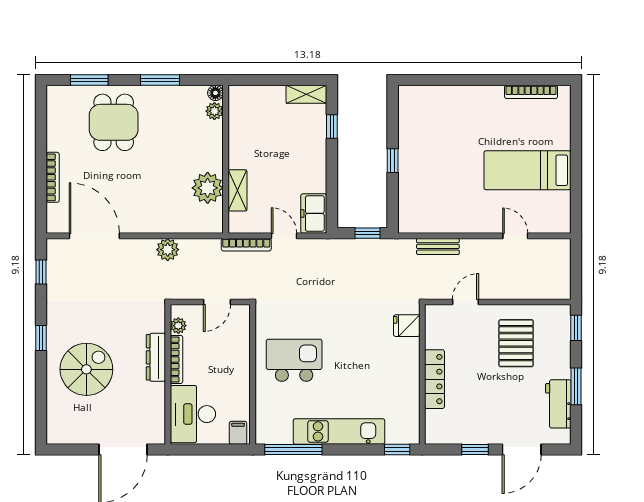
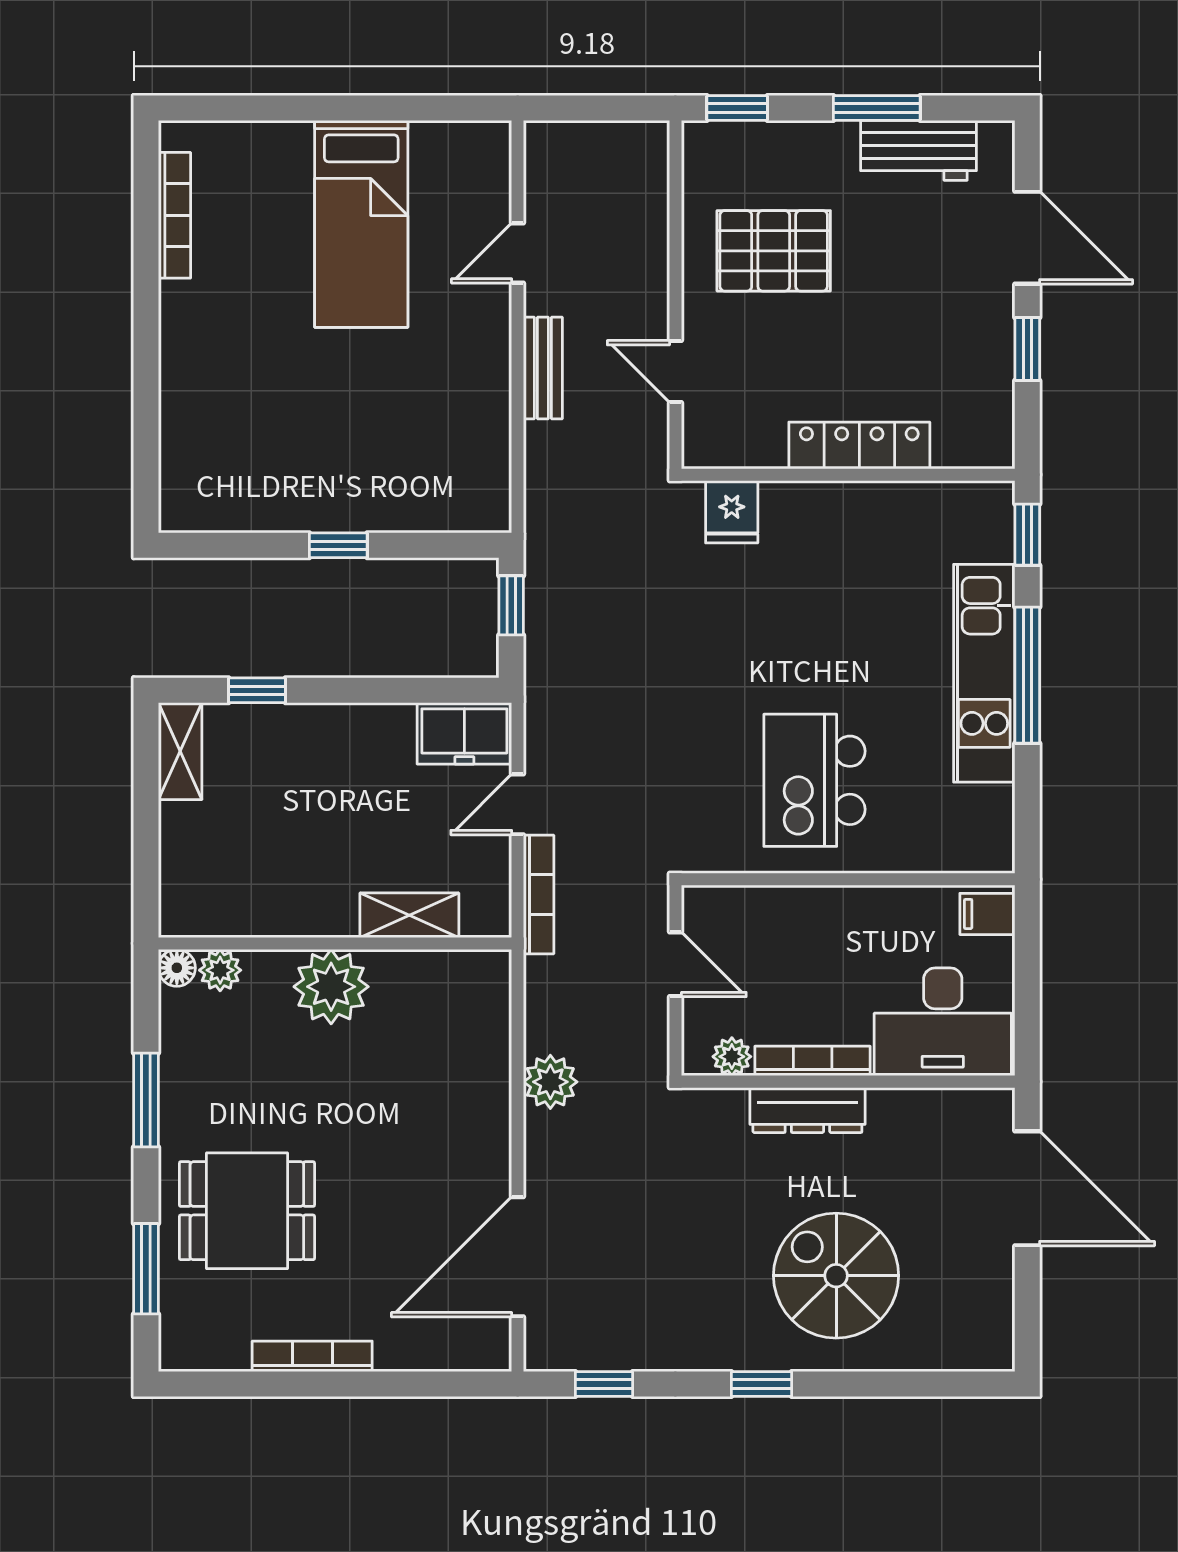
bookcase: (53, 177) -> (312, 1356), moved
plant: (208, 188) -> (331, 987), moved
bench: (438, 246) -> (543, 368), moved
window: (293, 450) -> (1027, 675), moved

